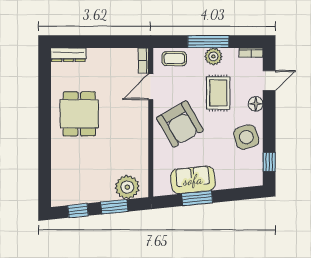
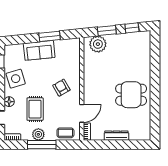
dresser: (68, 55) -> (116, 136), moved
dining table: (79, 114) -> (131, 95), turned 90
armchair: (180, 124) -> (61, 88), width x0.53, depth x0.53
sofa: (193, 180) -> (39, 50), moved

